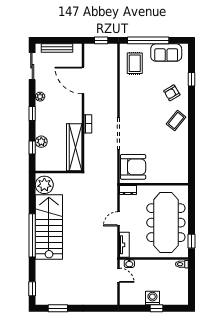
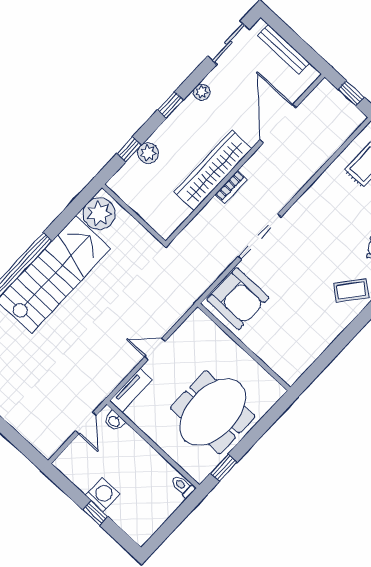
wardrobe: (74, 147) -> (213, 170), moved
dresser: (128, 190) -> (203, 323), removed
meeting table: (166, 223) -> (213, 412), width x0.73

